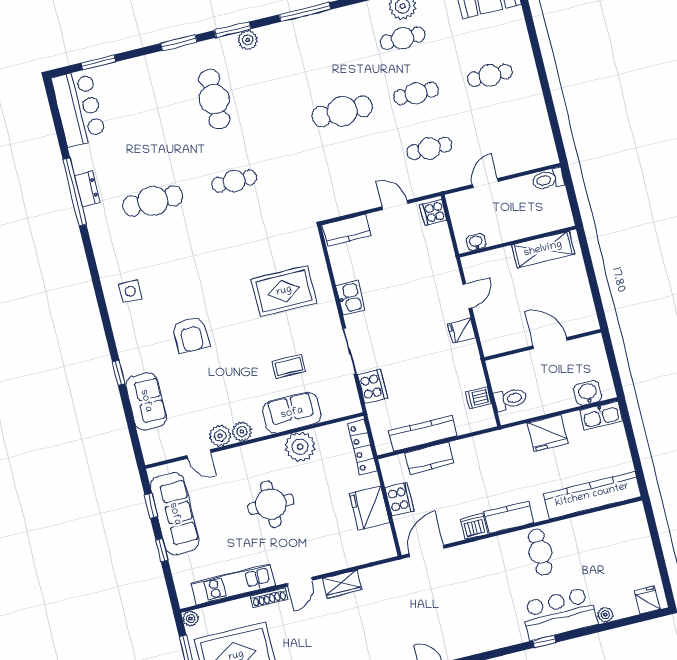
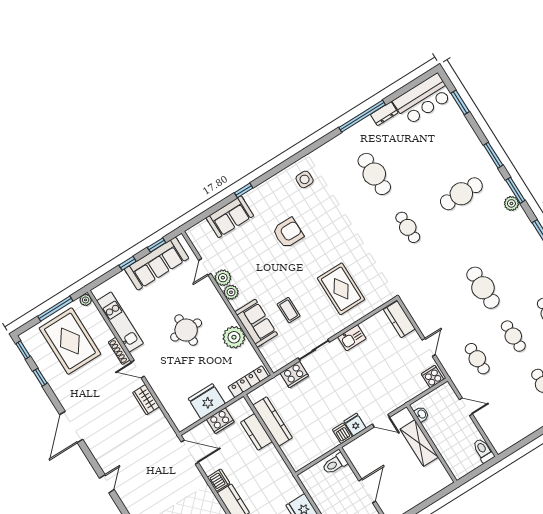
dresser: (87, 189) -> (384, 114), moved
shelving: (543, 249) -> (419, 443), moved
armchair: (191, 335) -> (288, 233), turned 180
dishwasher: (479, 398) -> (342, 433), moved
toilet: (510, 399) -> (335, 464), moved, turned 90

